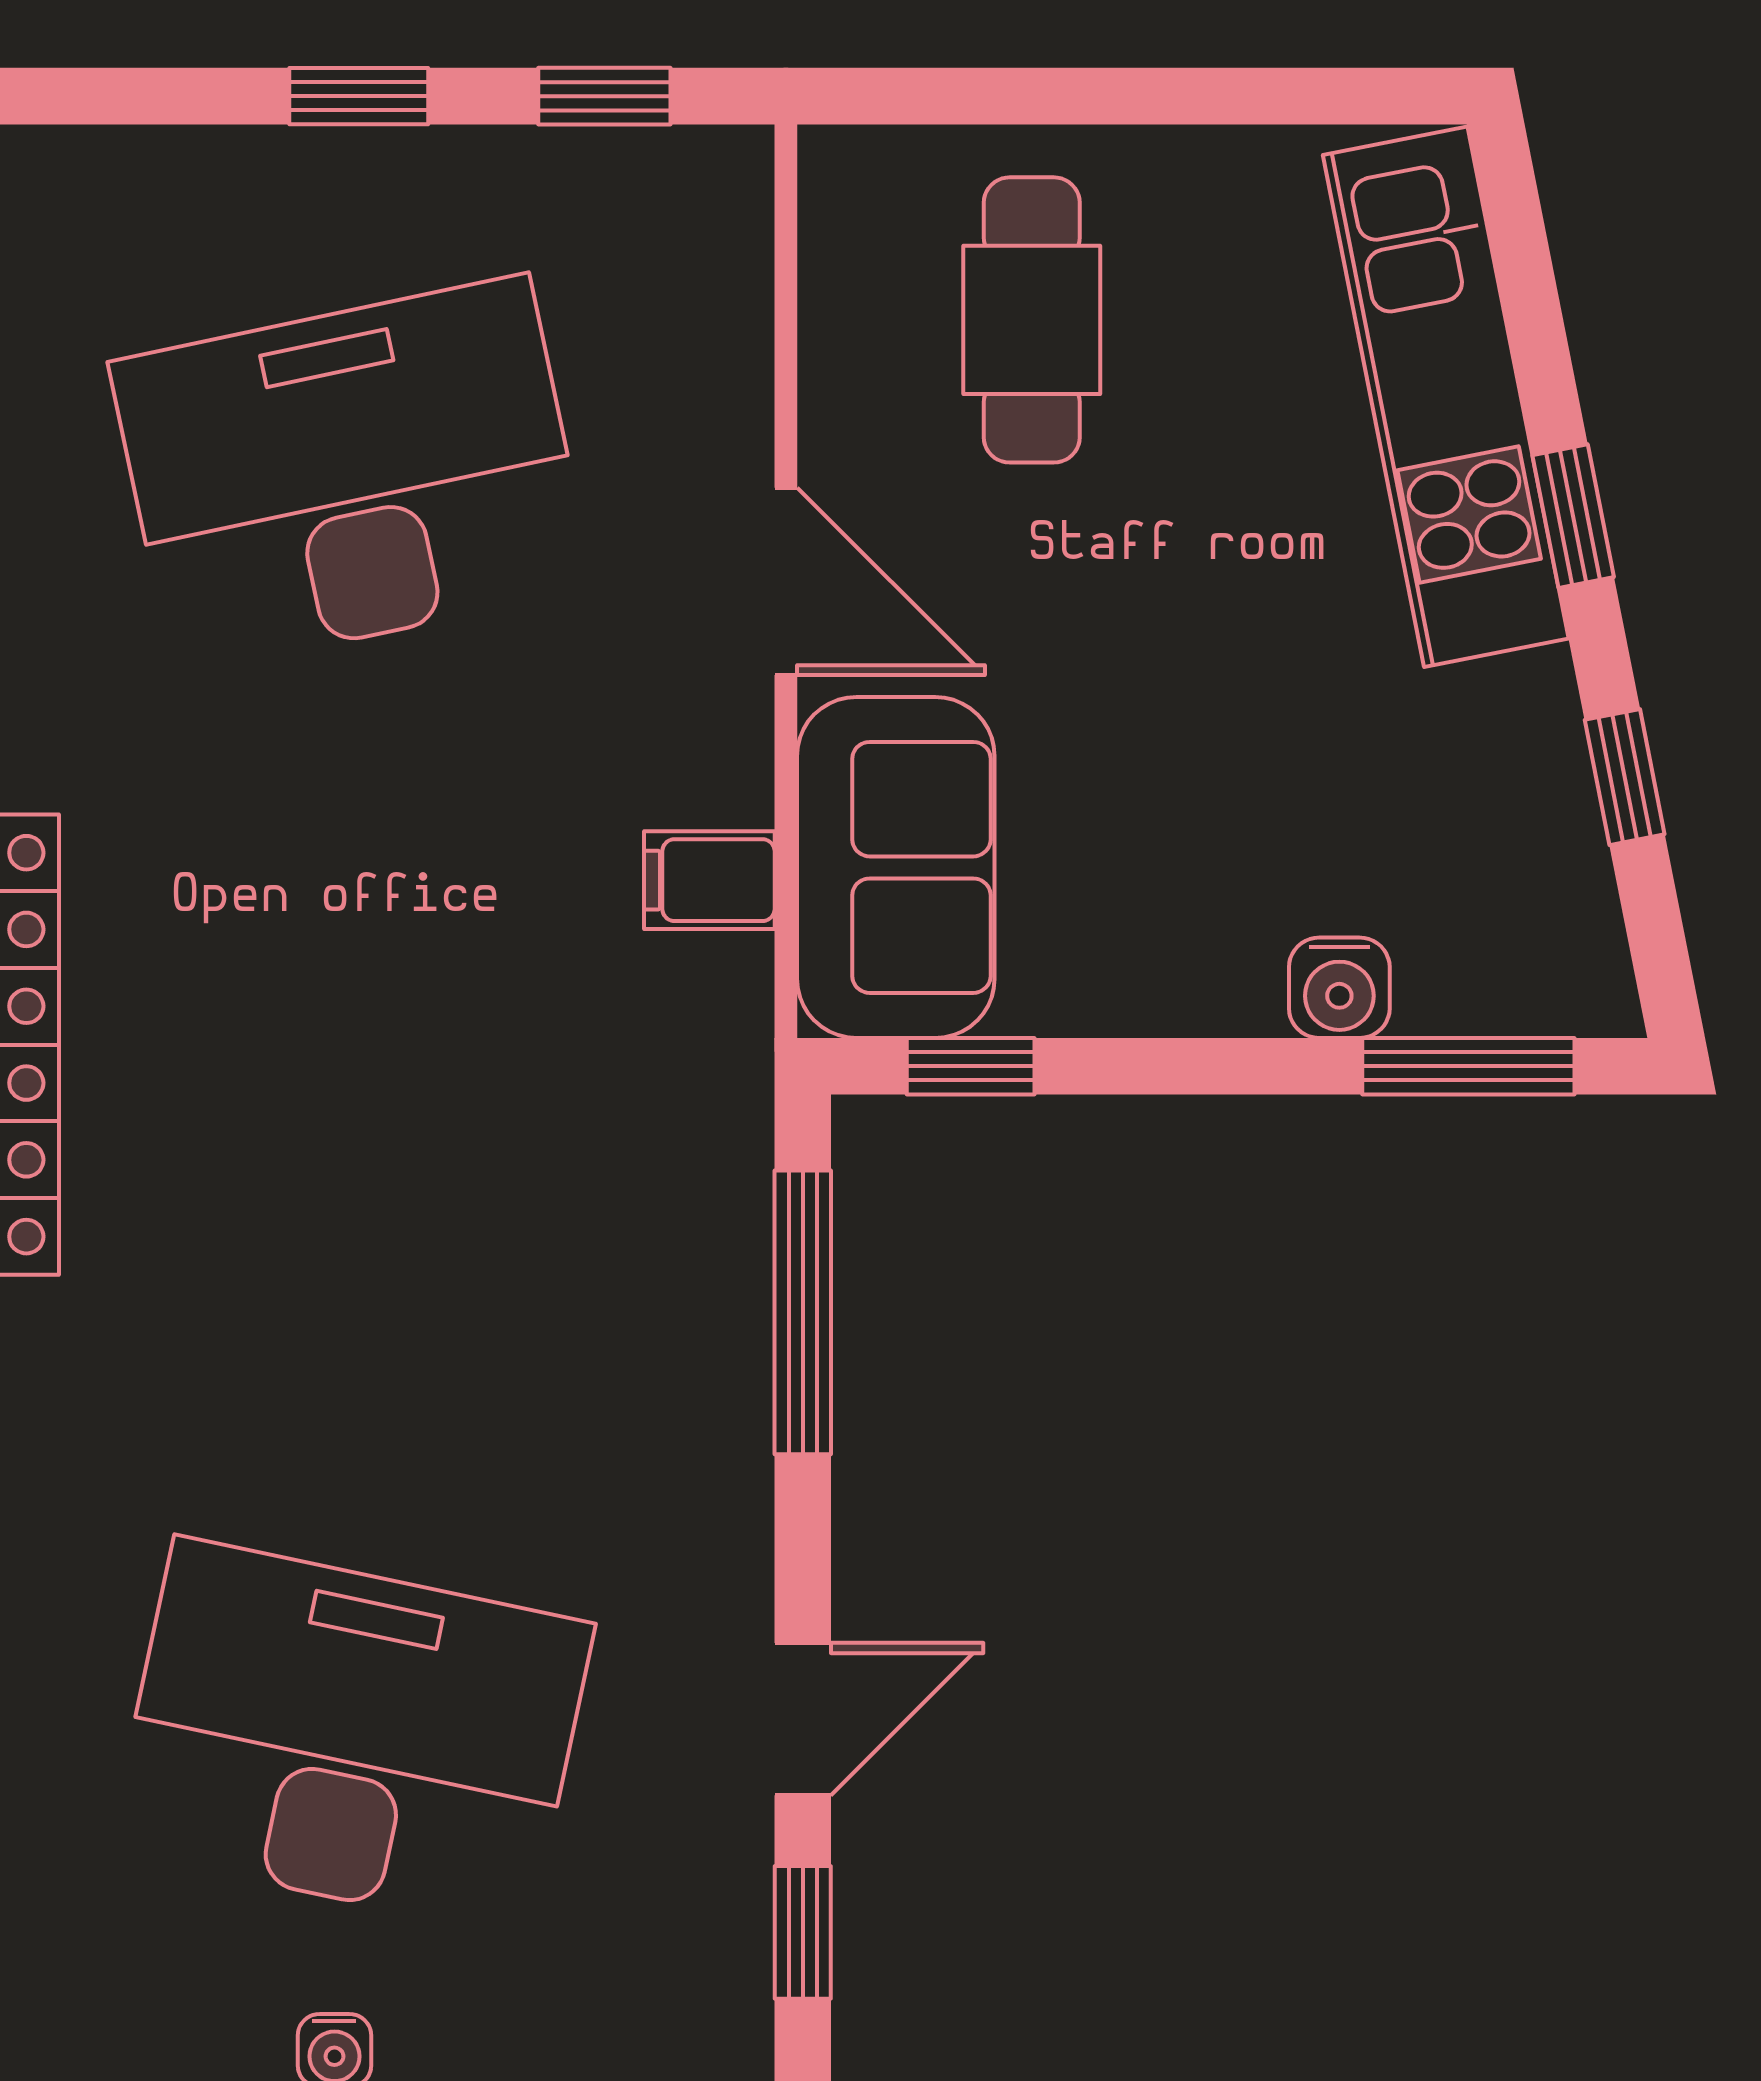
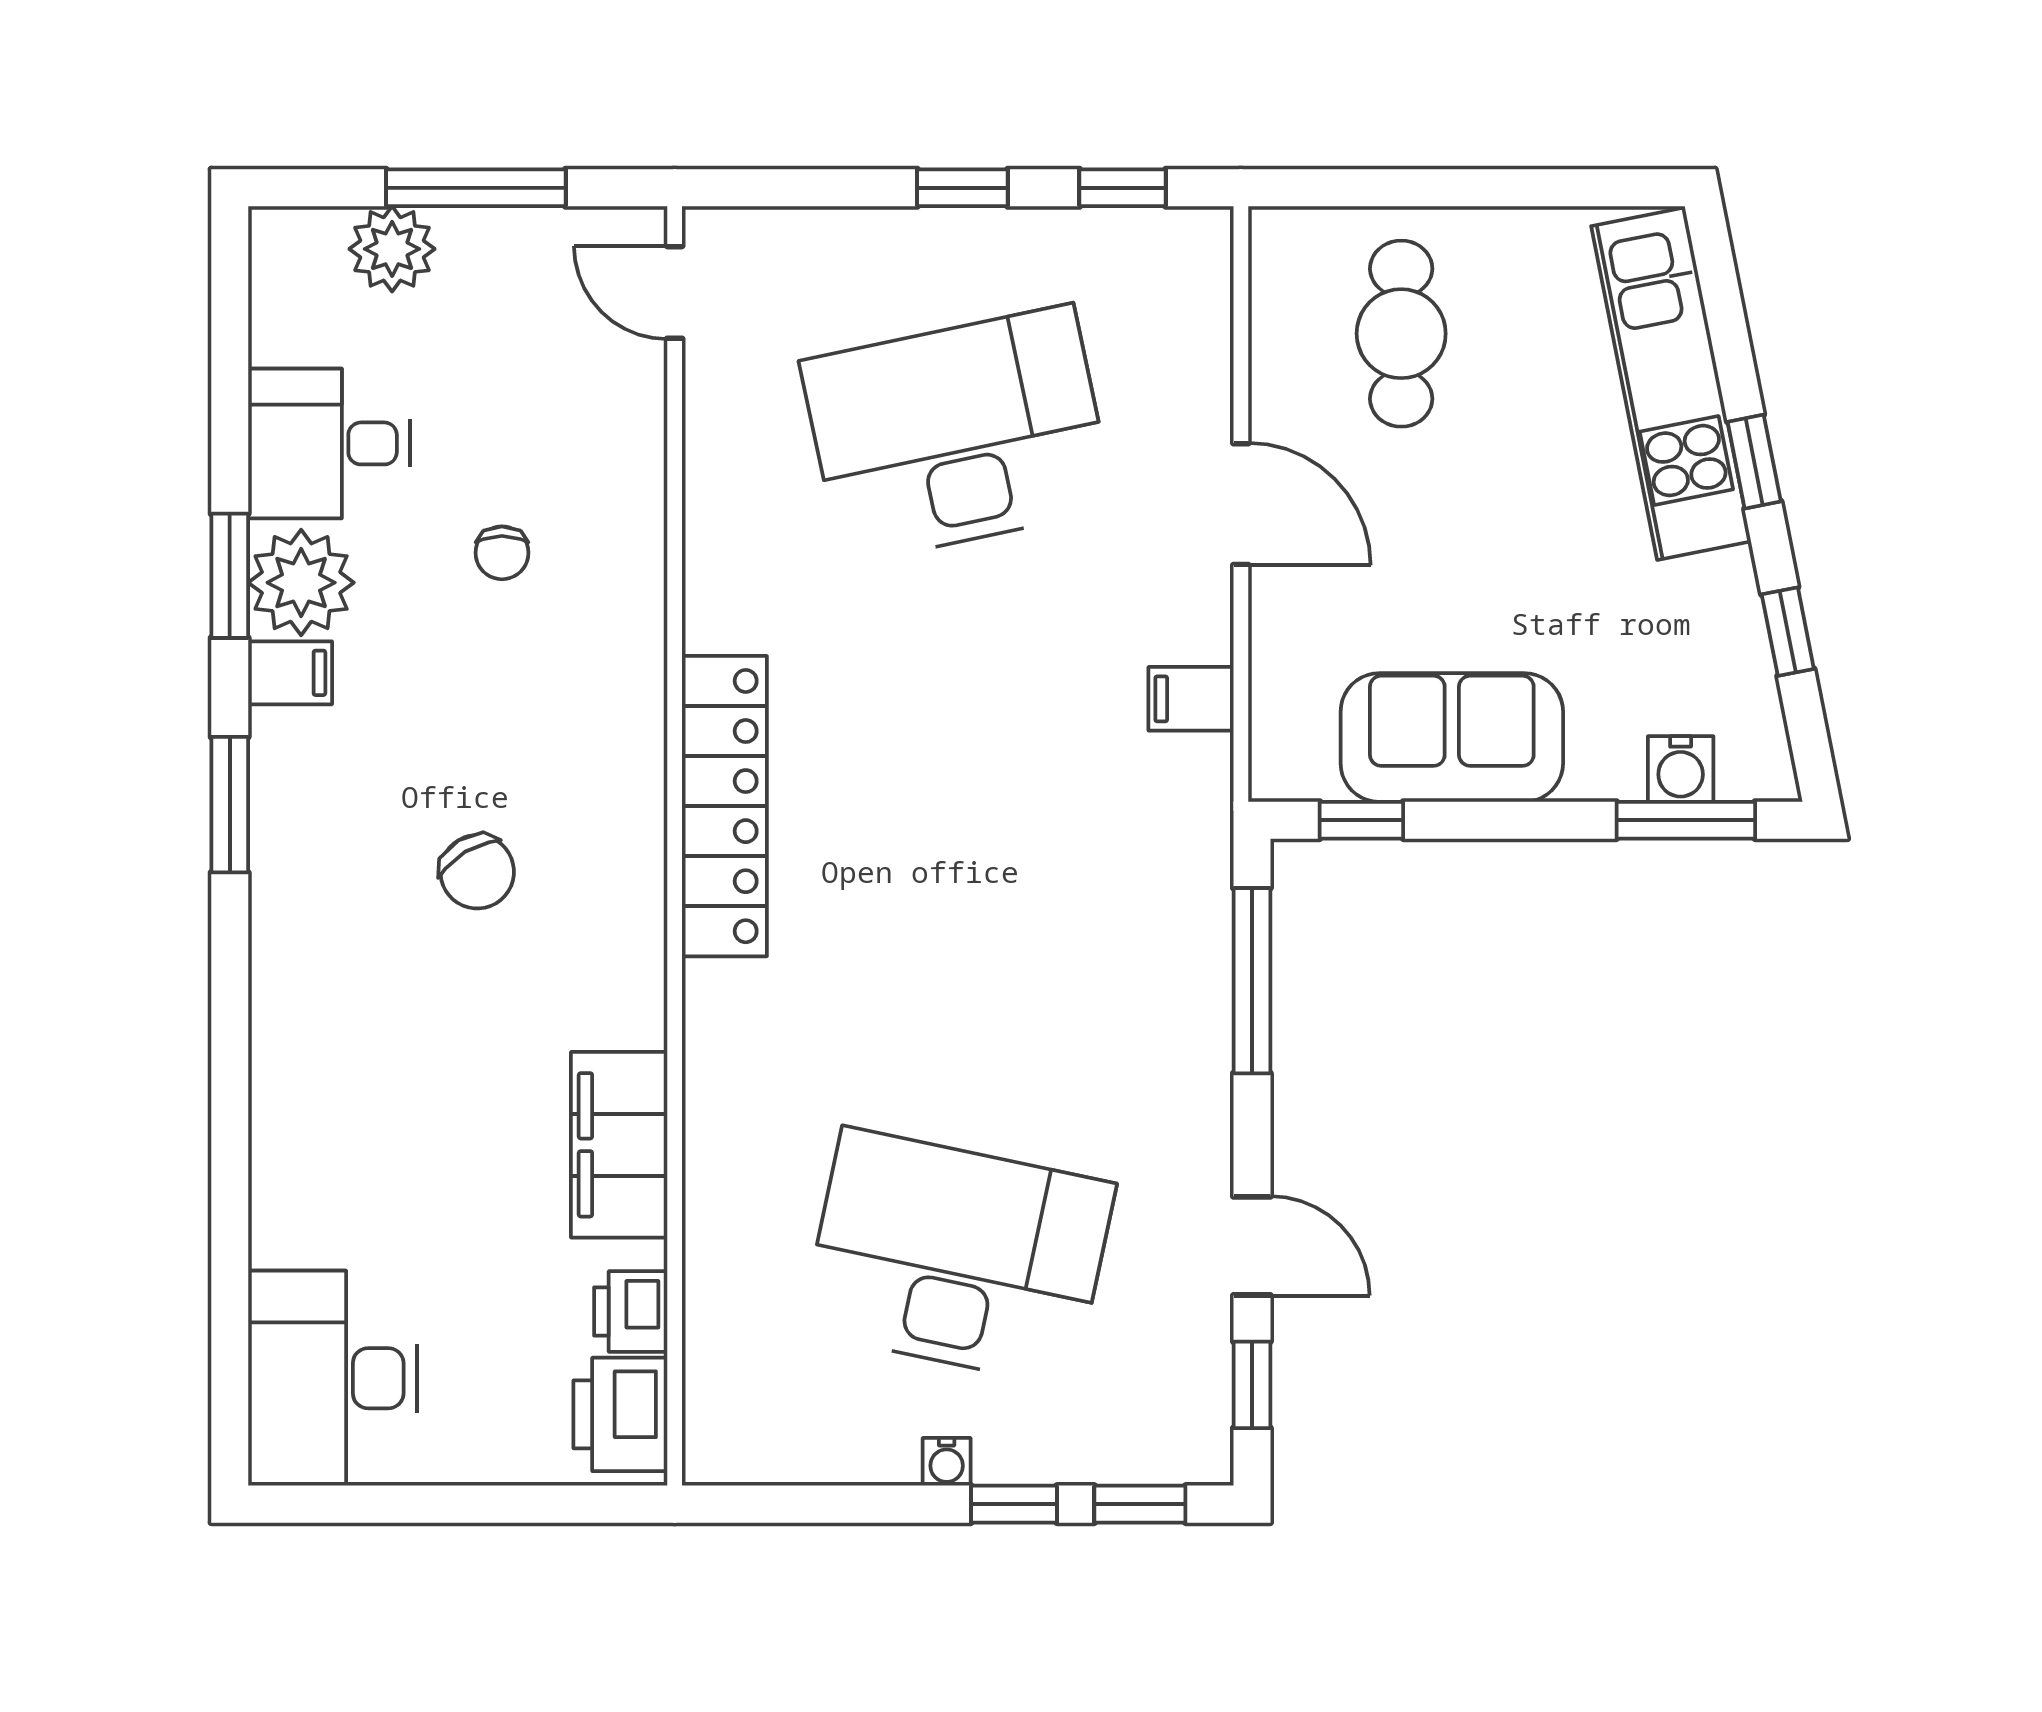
sofa: (896, 867) -> (1452, 737), moved, turned -90
water cooler: (1339, 988) -> (1681, 769), moved
door: (803, 1719) -> (1252, 1246), hinge flipped

